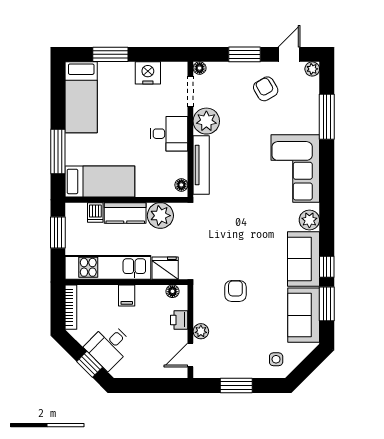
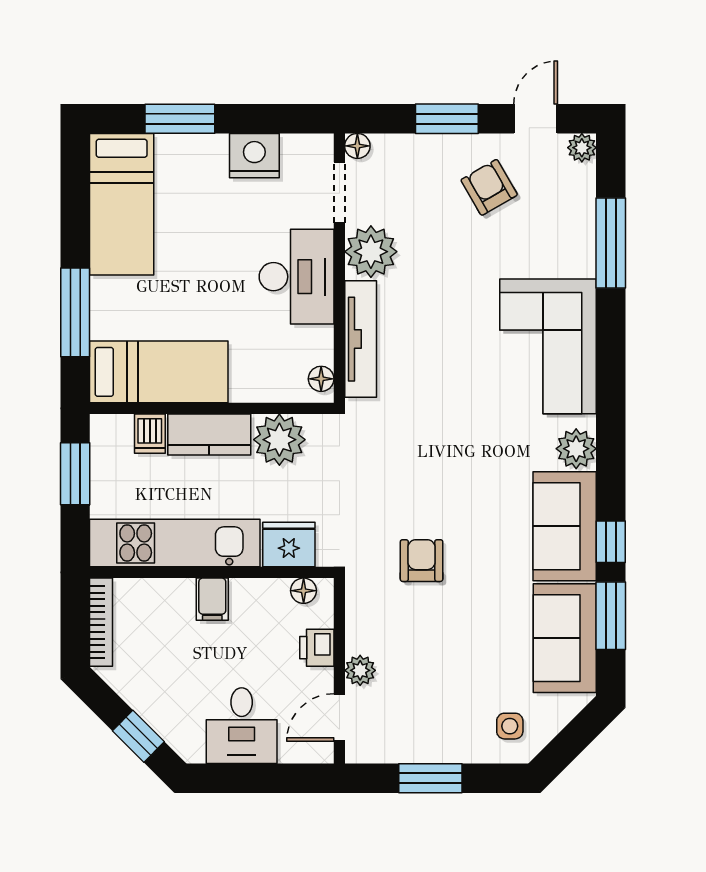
desk: (169, 134) -> (297, 277), width x1.37
armchair: (235, 291) -> (422, 561), moved
desk: (109, 346) -> (242, 726), moved, turned -45

